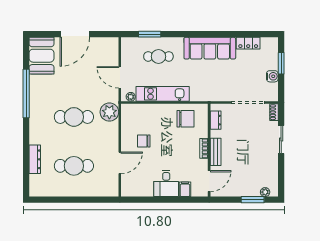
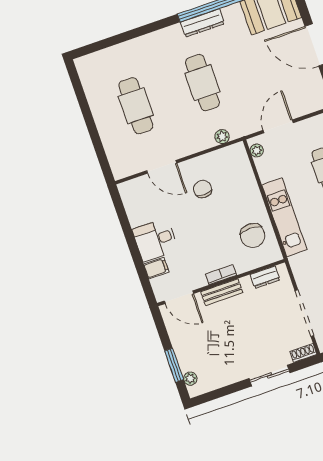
kitchen unit: (163, 94) -> (284, 217), moved
plant: (109, 112) -> (222, 137), width x0.53, depth x0.53
dresser: (35, 159) -> (202, 23), moved

